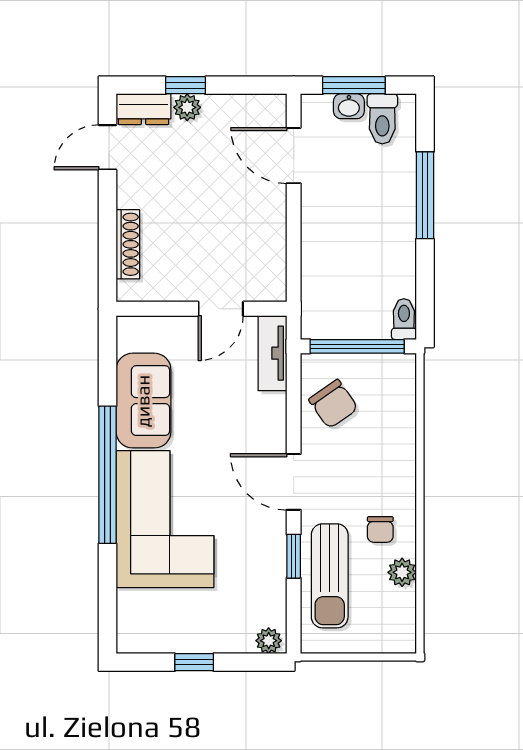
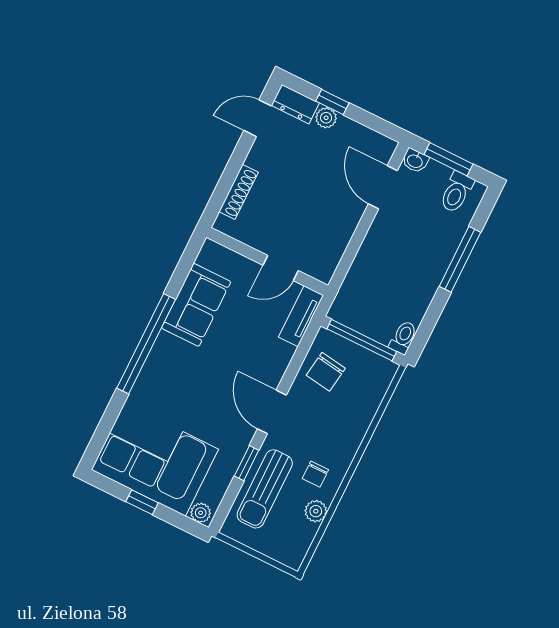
washbasin: (349, 106) -> (415, 161), moved
chair: (333, 404) -> (326, 372), turned 43
corner sofa: (165, 519) -> (155, 459), moved, turned -90

